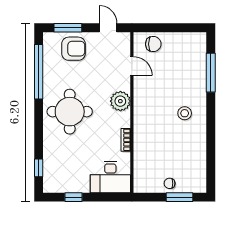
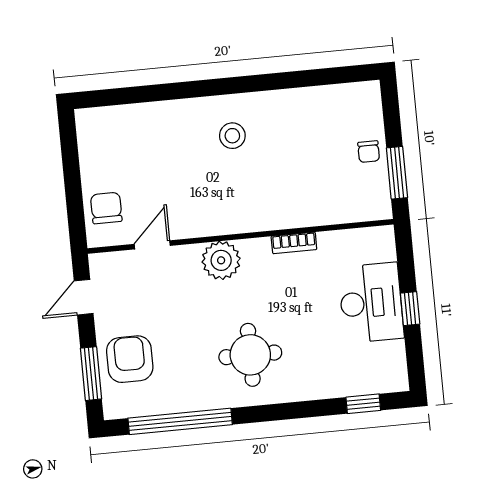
window: (211, 73) -> (150, 93), removed
round table: (70, 112) -> (250, 355), width x0.73, depth x0.73
desk: (110, 177) -> (371, 303), moved
window: (74, 197) -> (410, 309), moved
window: (179, 197) -> (397, 173), moved

